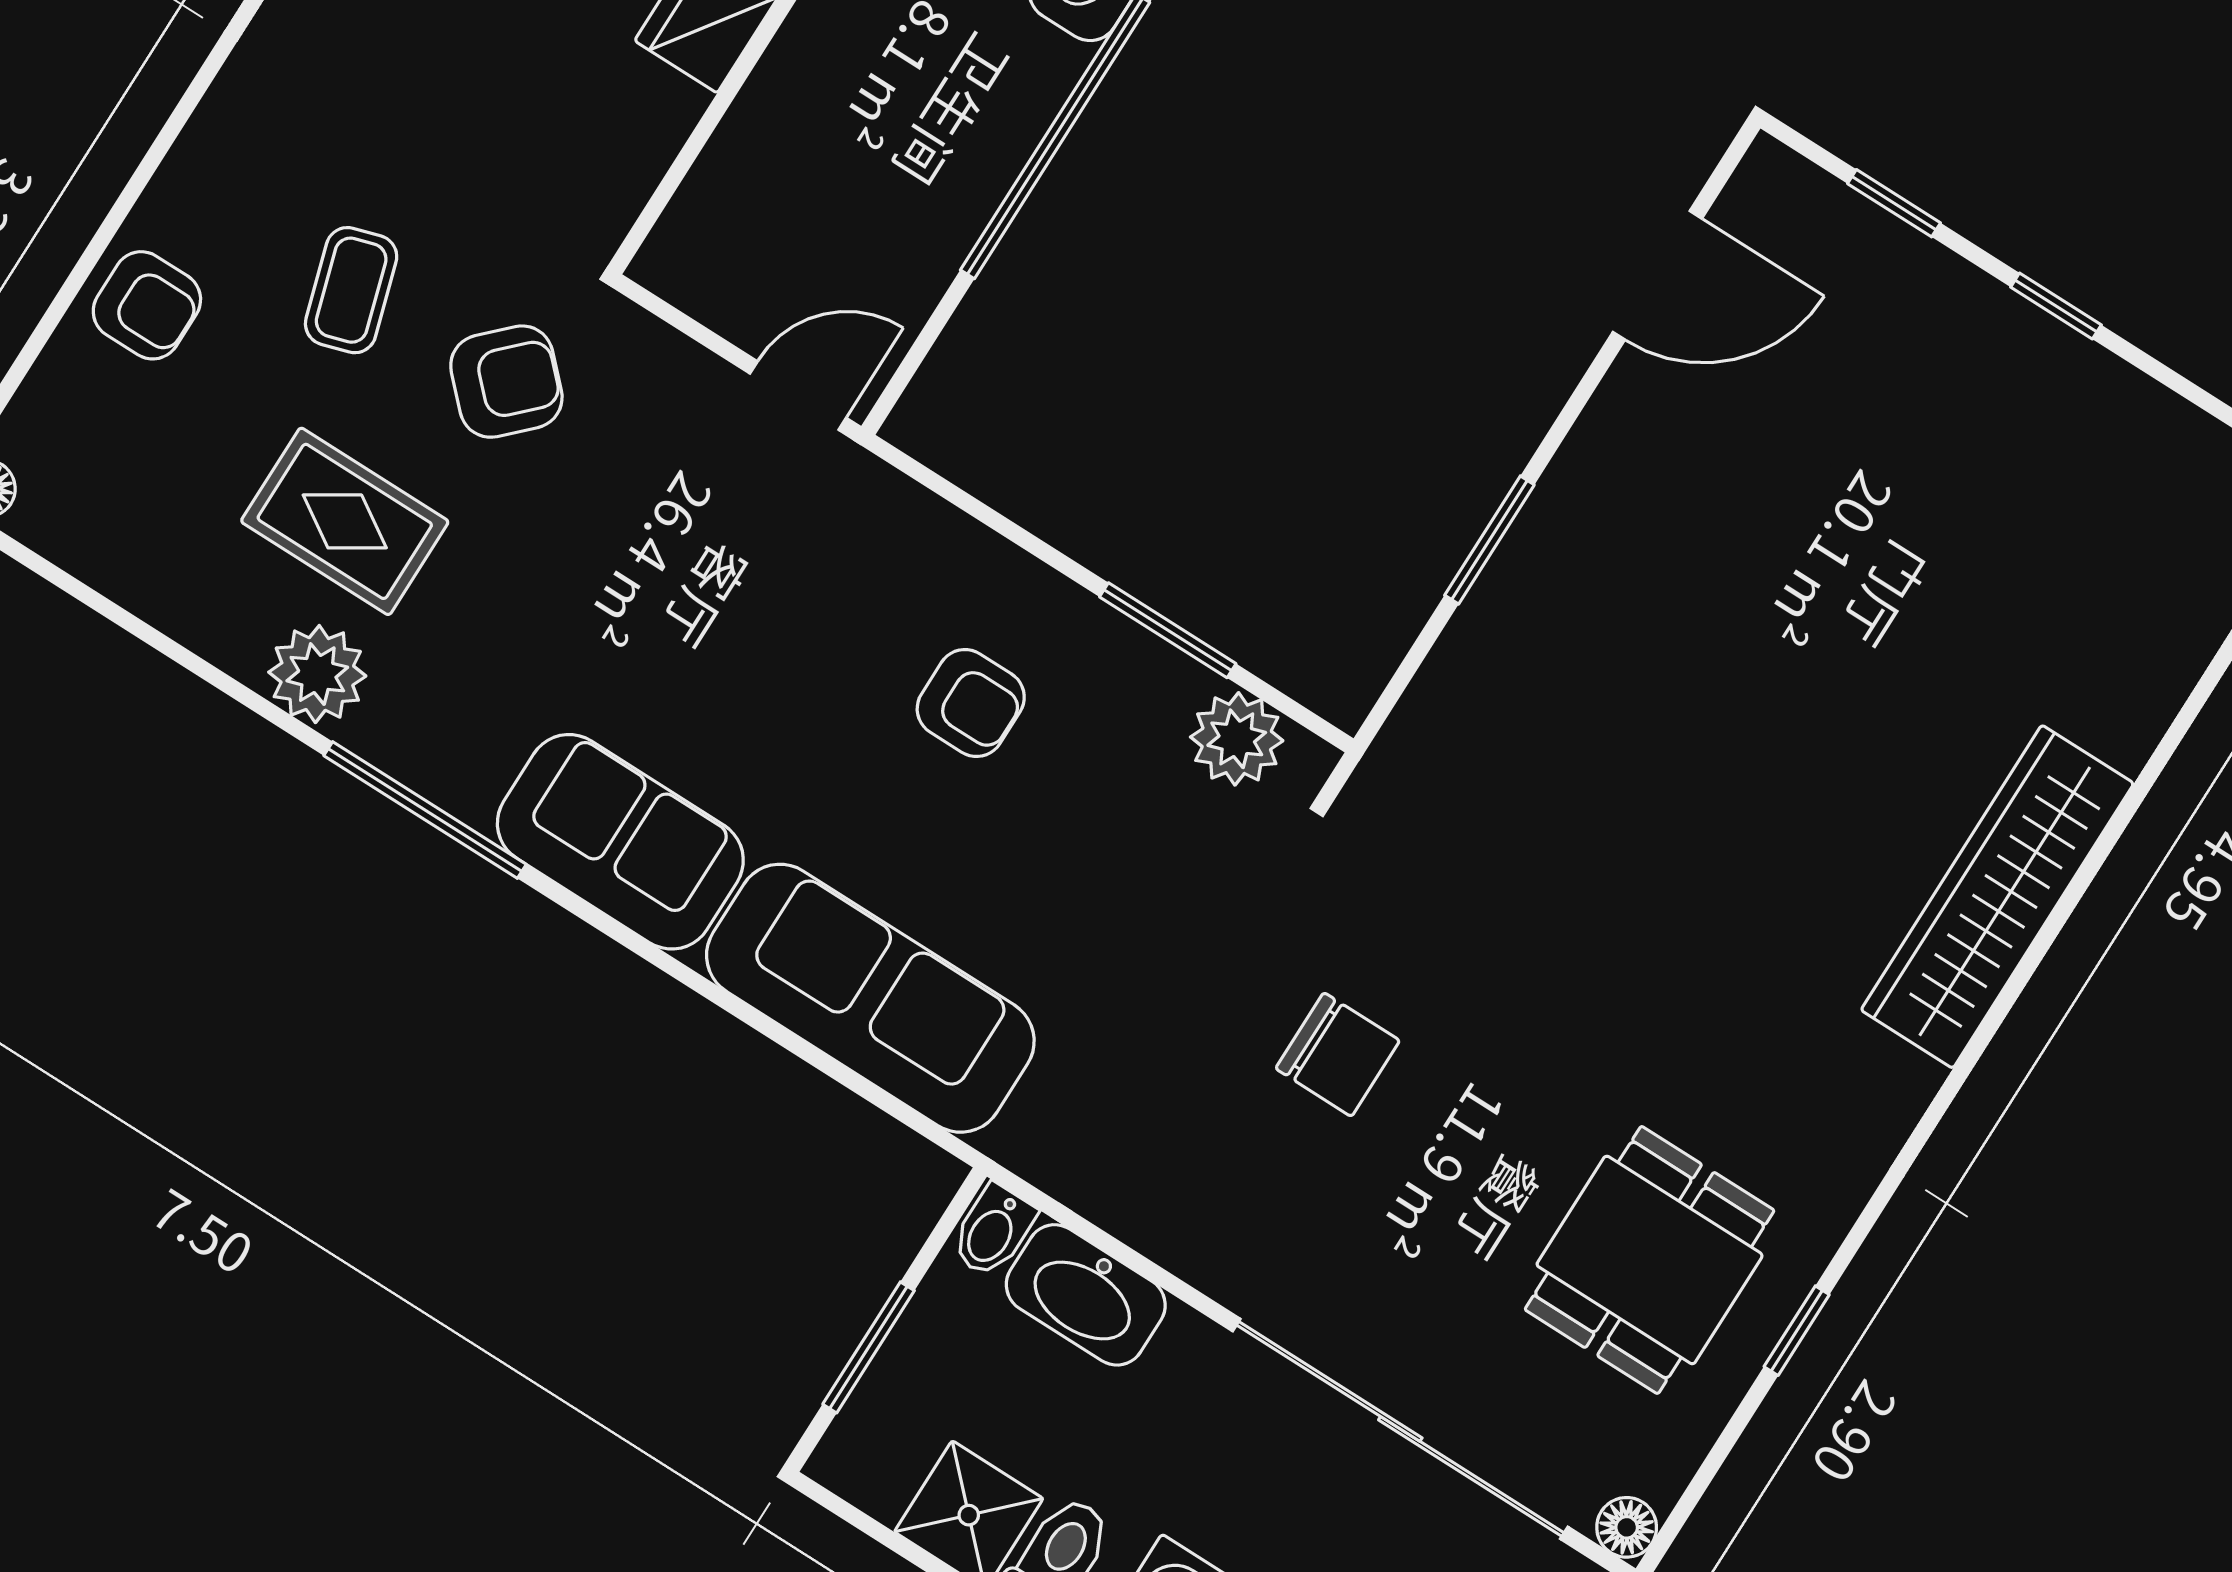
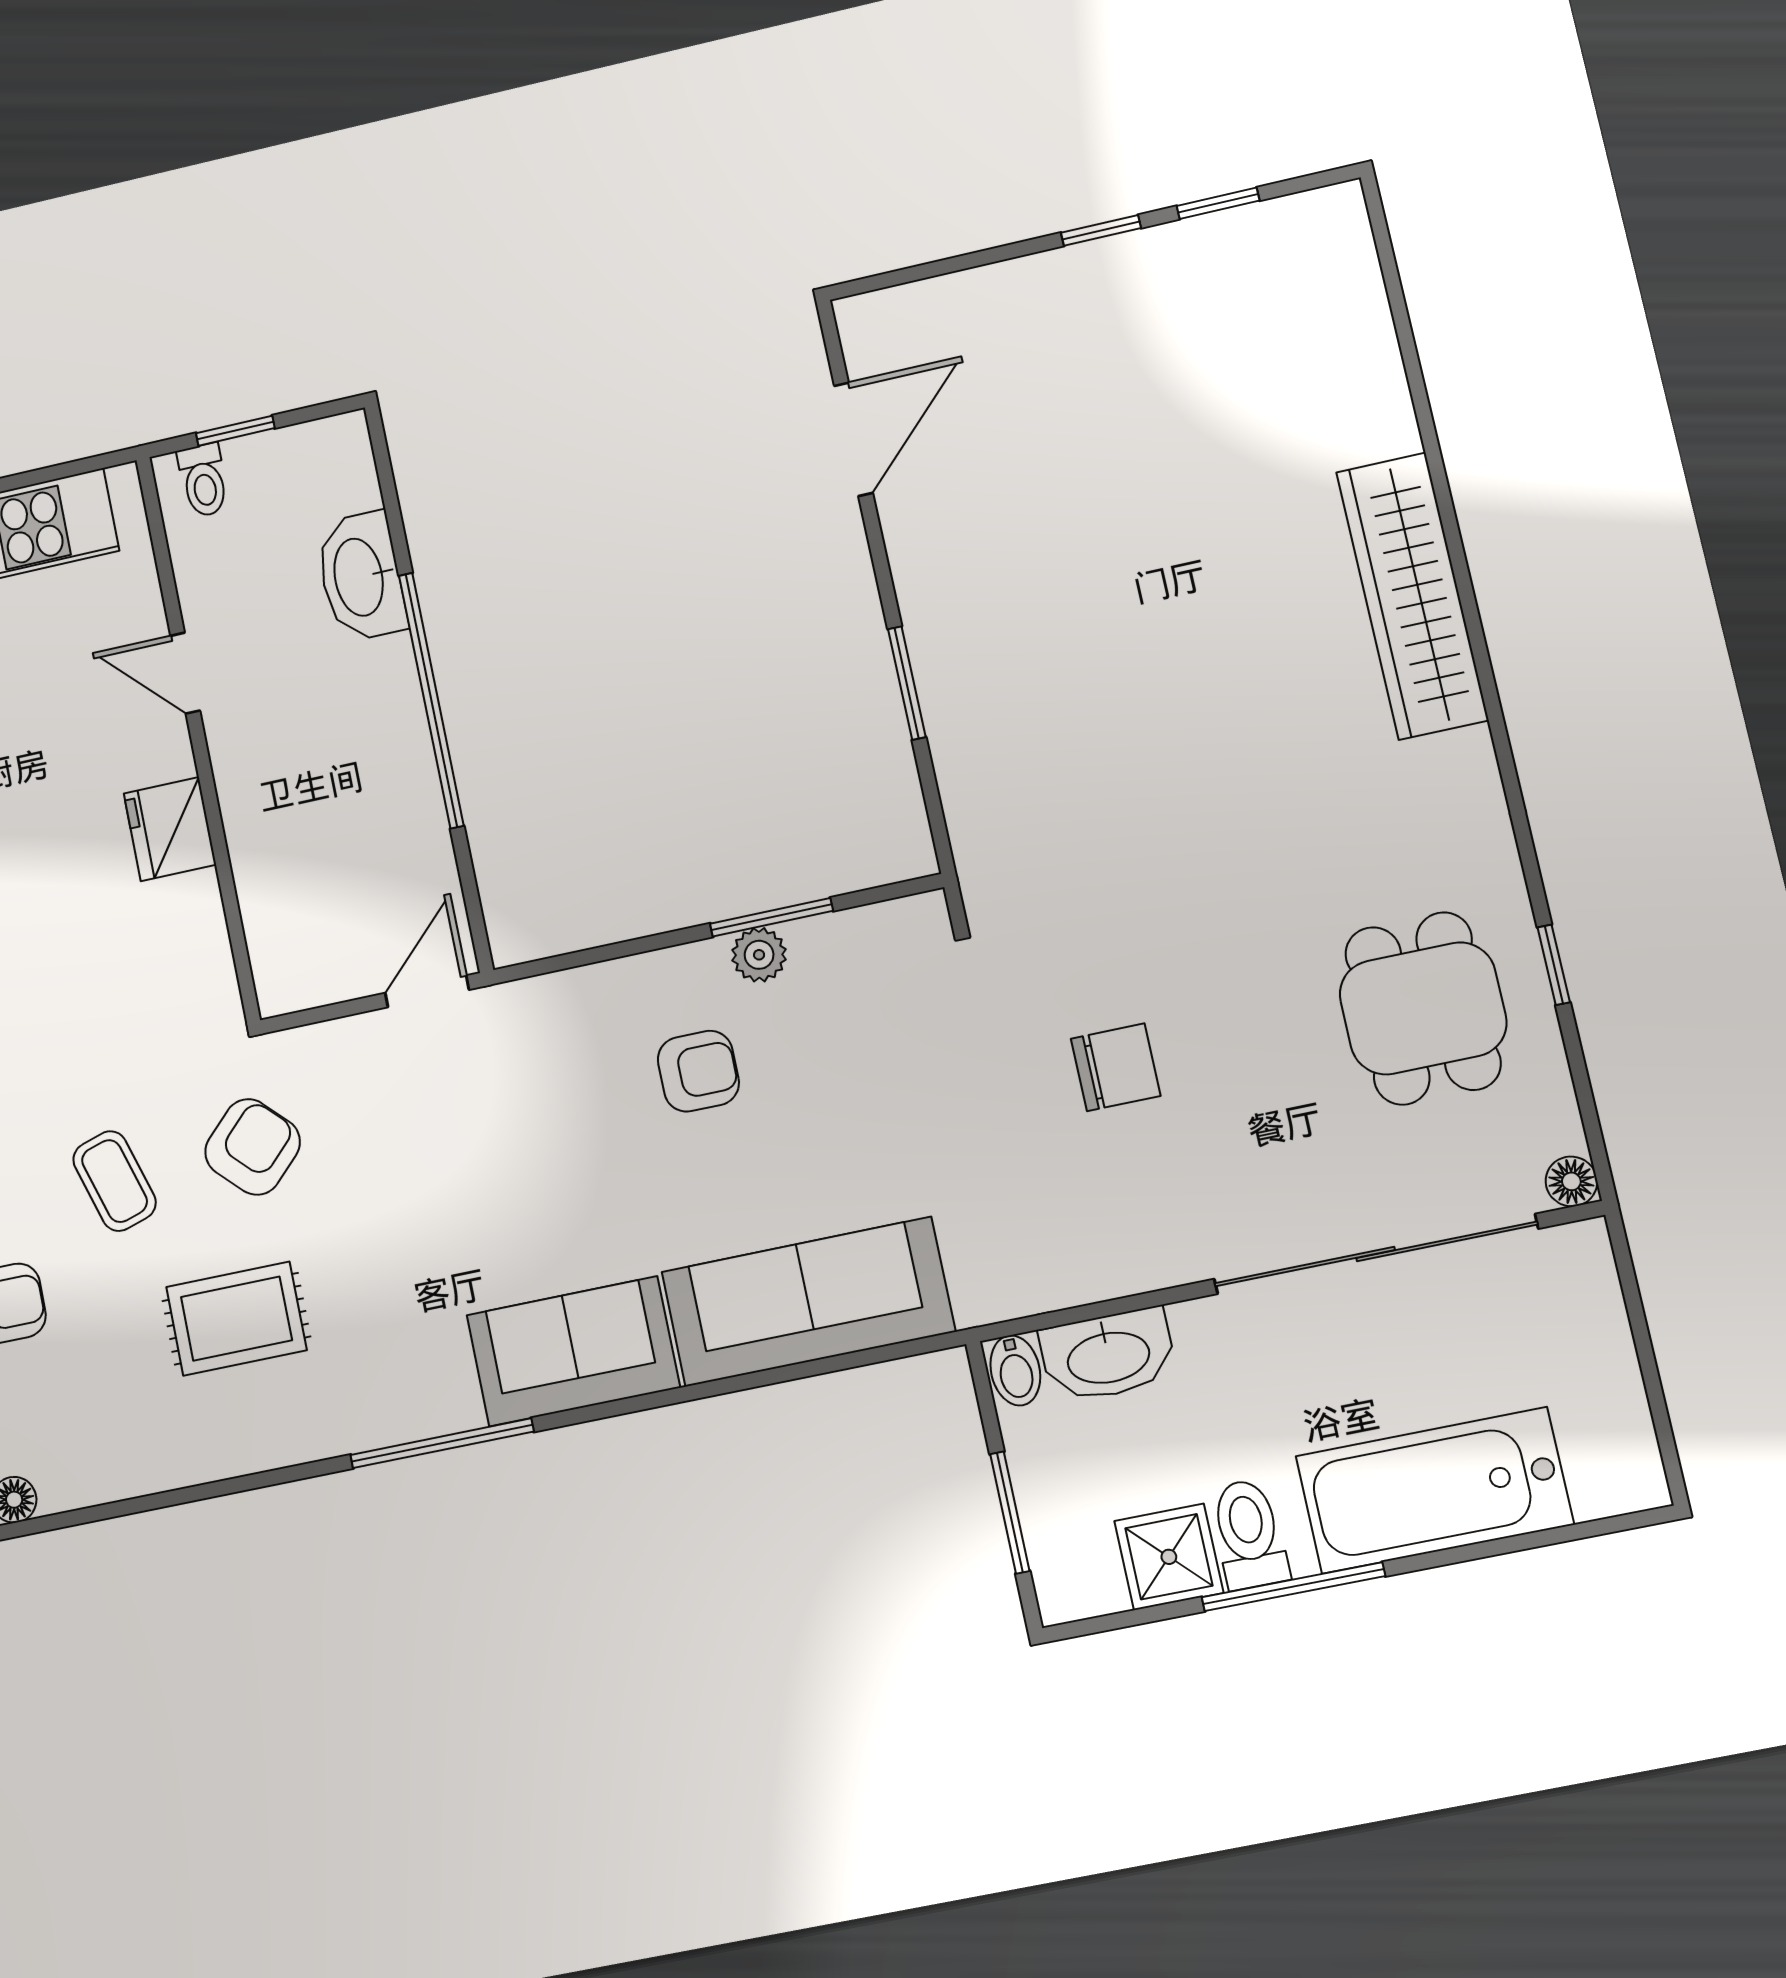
window: (1894, 203) -> (1218, 203), moved
plant: (317, 674) -> (304, 1424), removed
plant: (1237, 739) -> (759, 955), moved, width x0.73, depth x0.73

